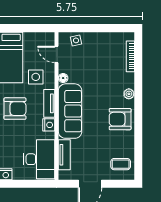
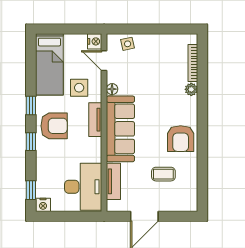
plant: (129, 94) -> (191, 89), moved
armchair: (120, 119) -> (181, 139), turned -90
nightstand: (49, 125) -> (95, 41), moved
coffee table: (121, 164) -> (163, 174), moved

